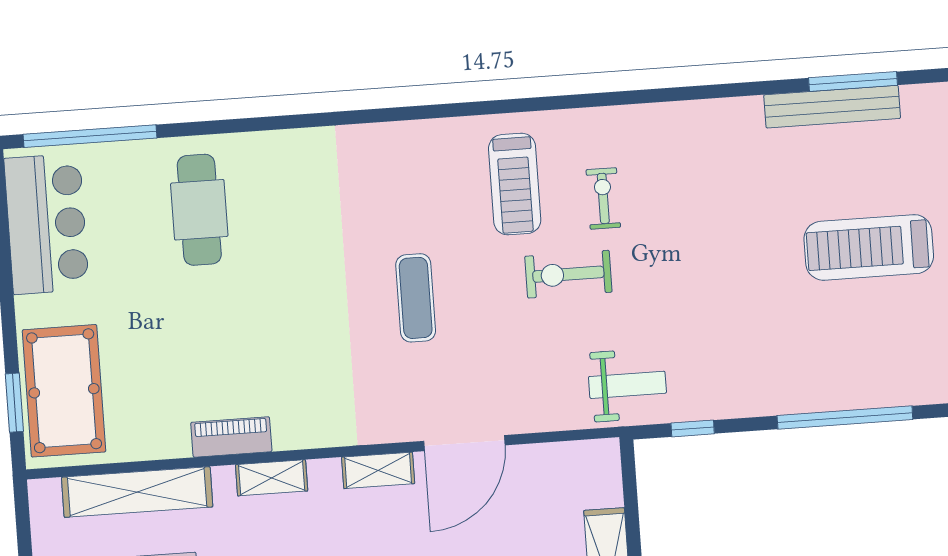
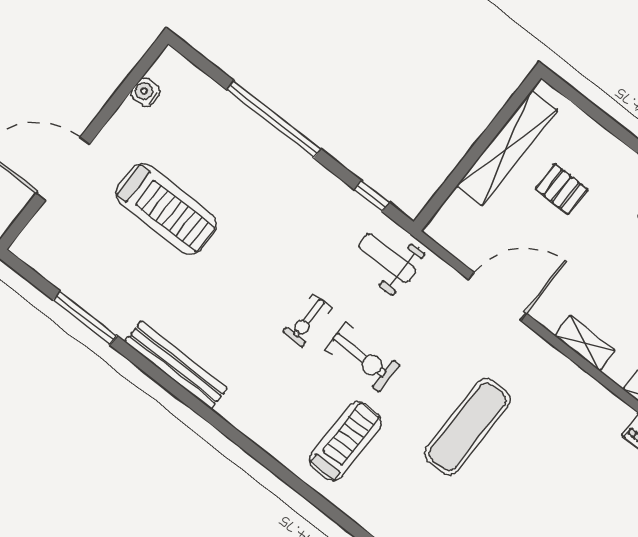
bench: (832, 107) -> (176, 365), moved
exercise bike: (603, 198) -> (307, 320), moved
exercise mat: (416, 298) -> (468, 427), width x1.36, depth x1.45
door: (464, 443) -> (497, 296), moved

